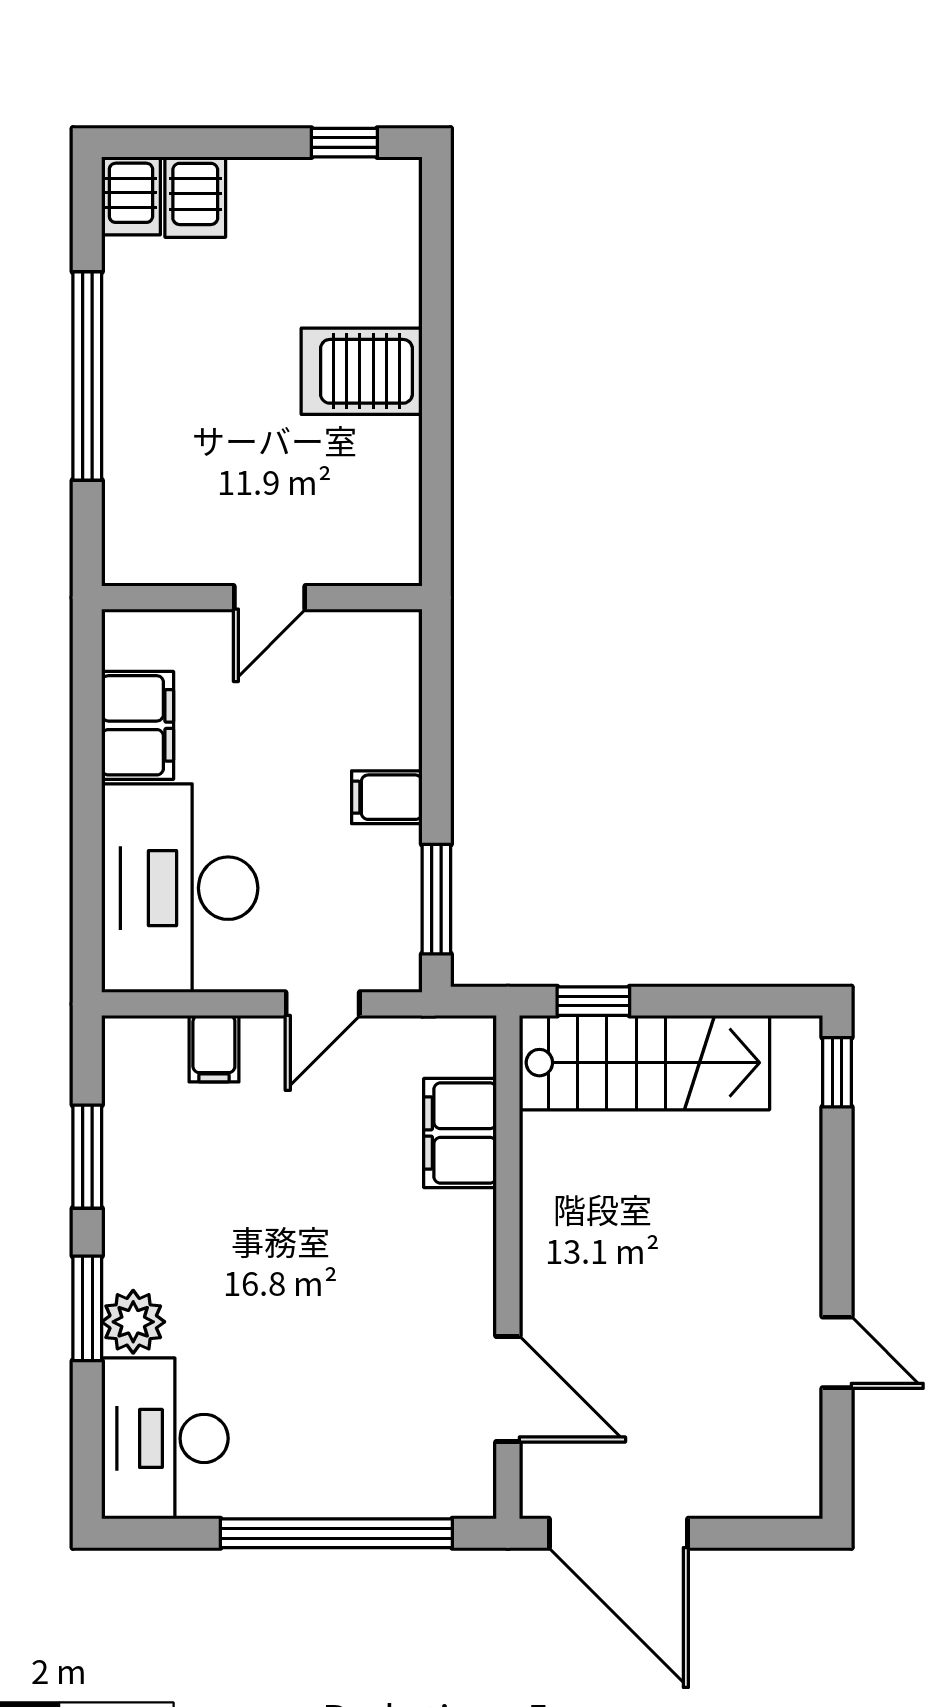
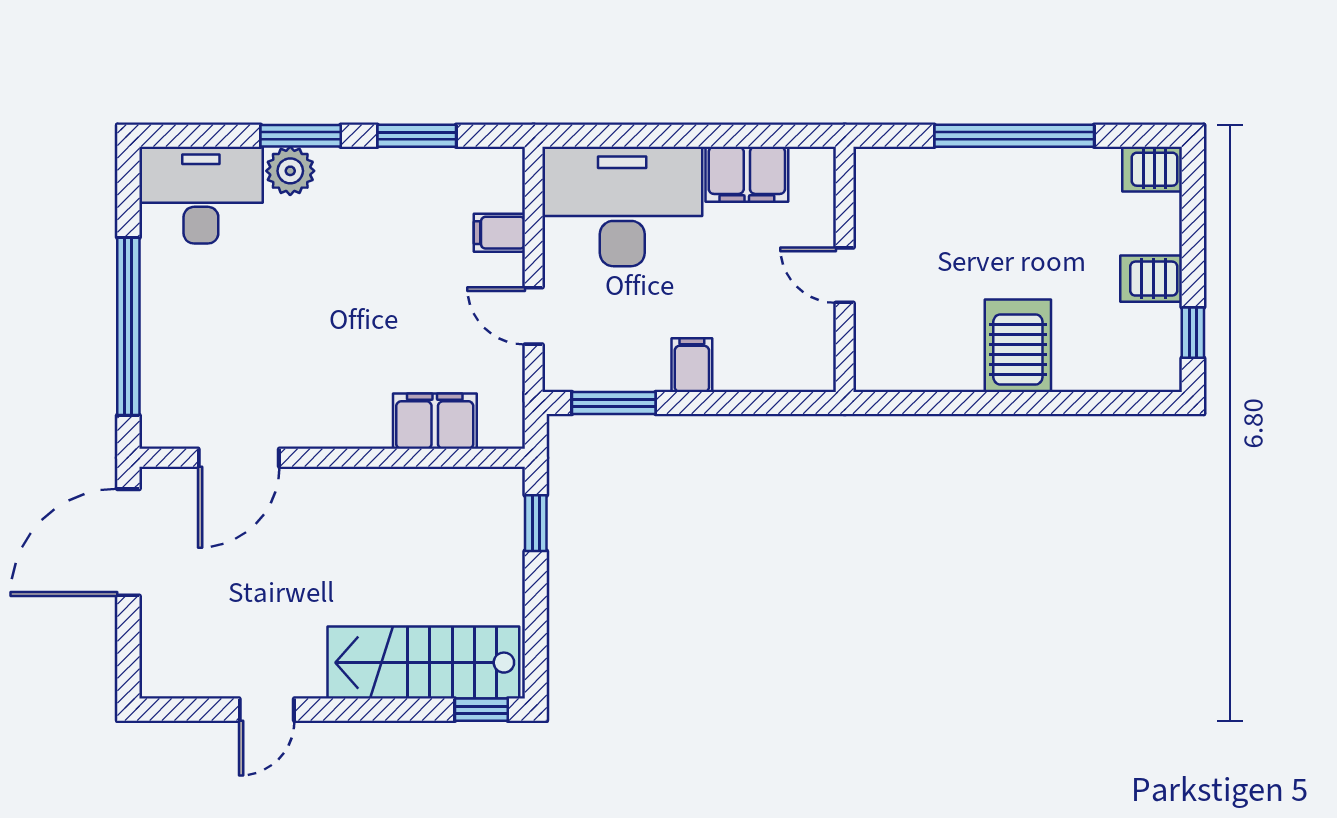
server rack: (195, 197) -> (1151, 279), moved
stairs: (644, 1063) -> (423, 663), moved, turned 90

